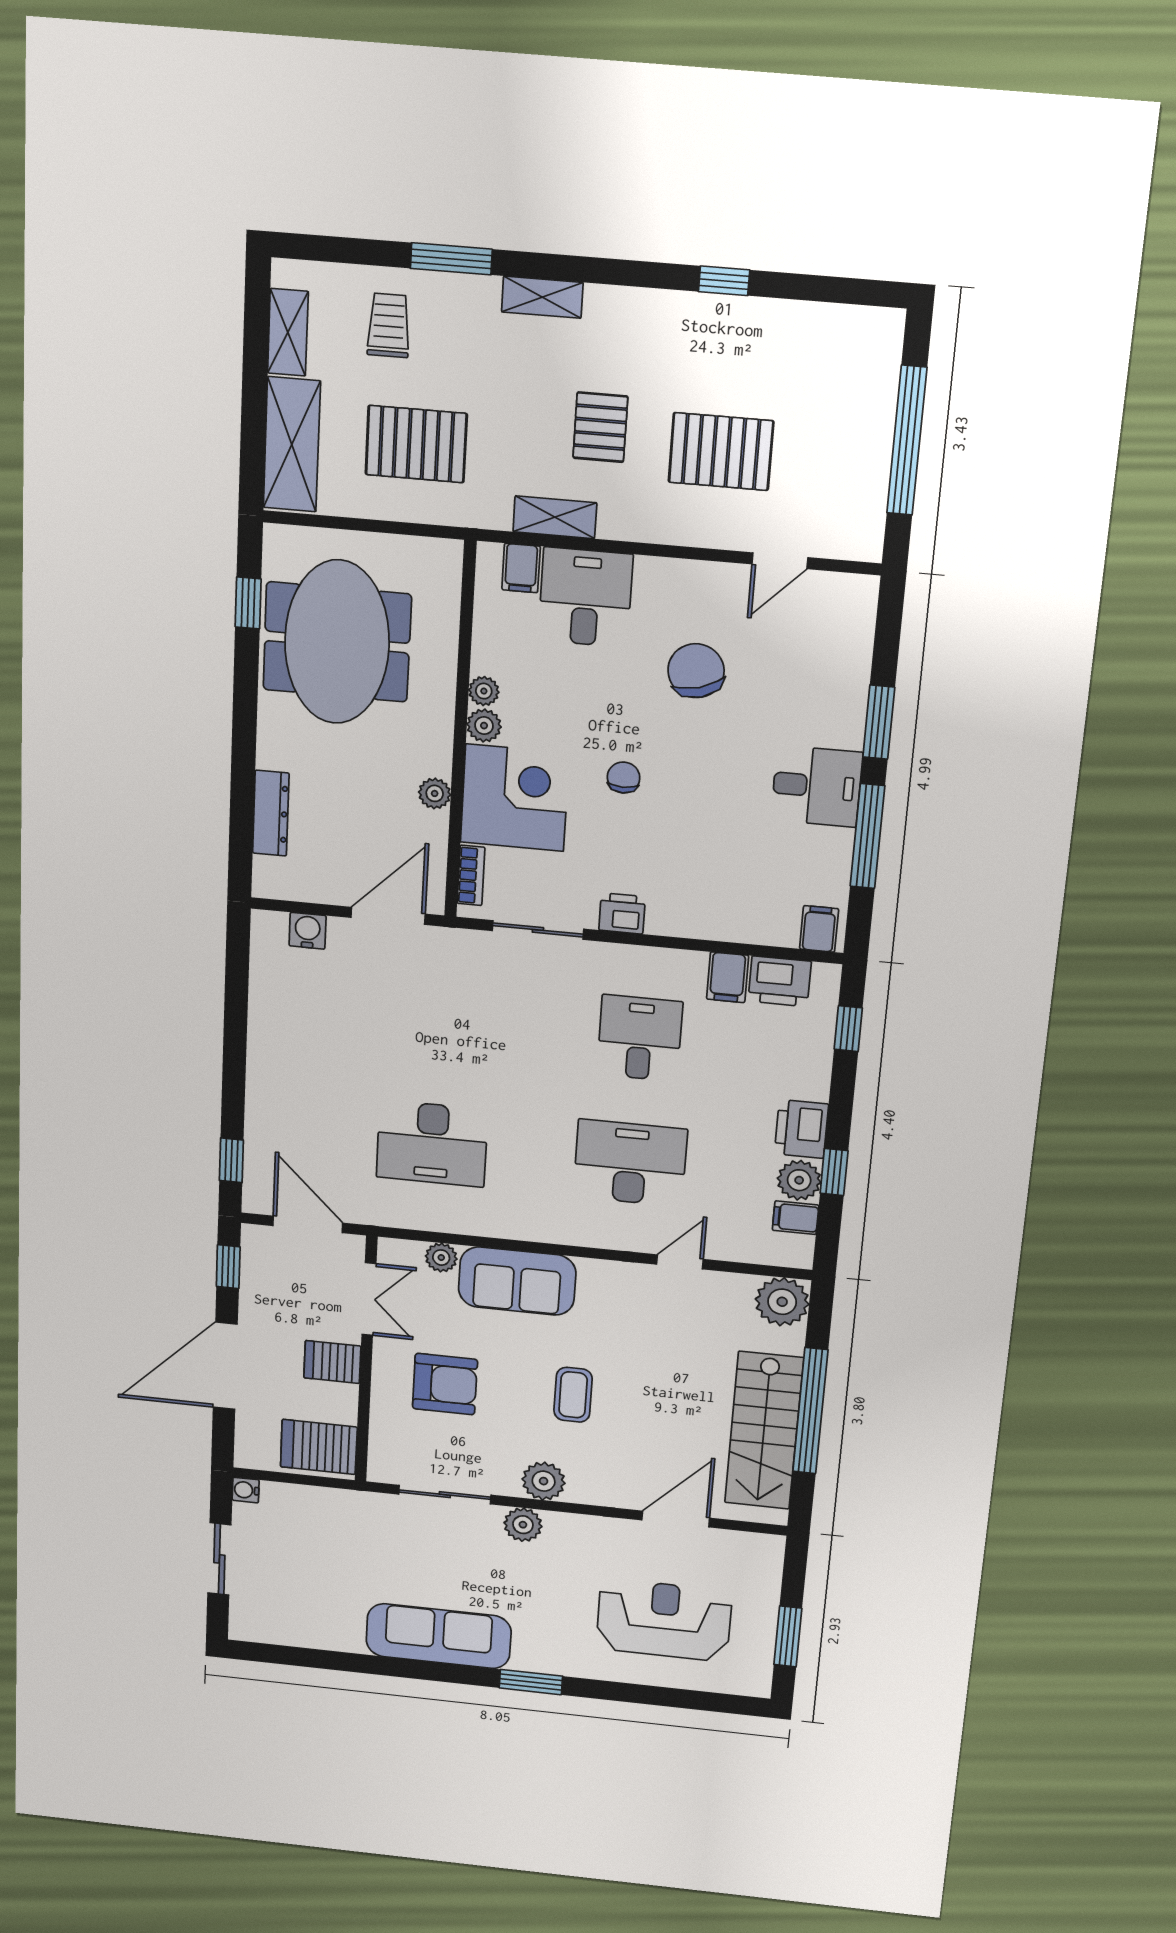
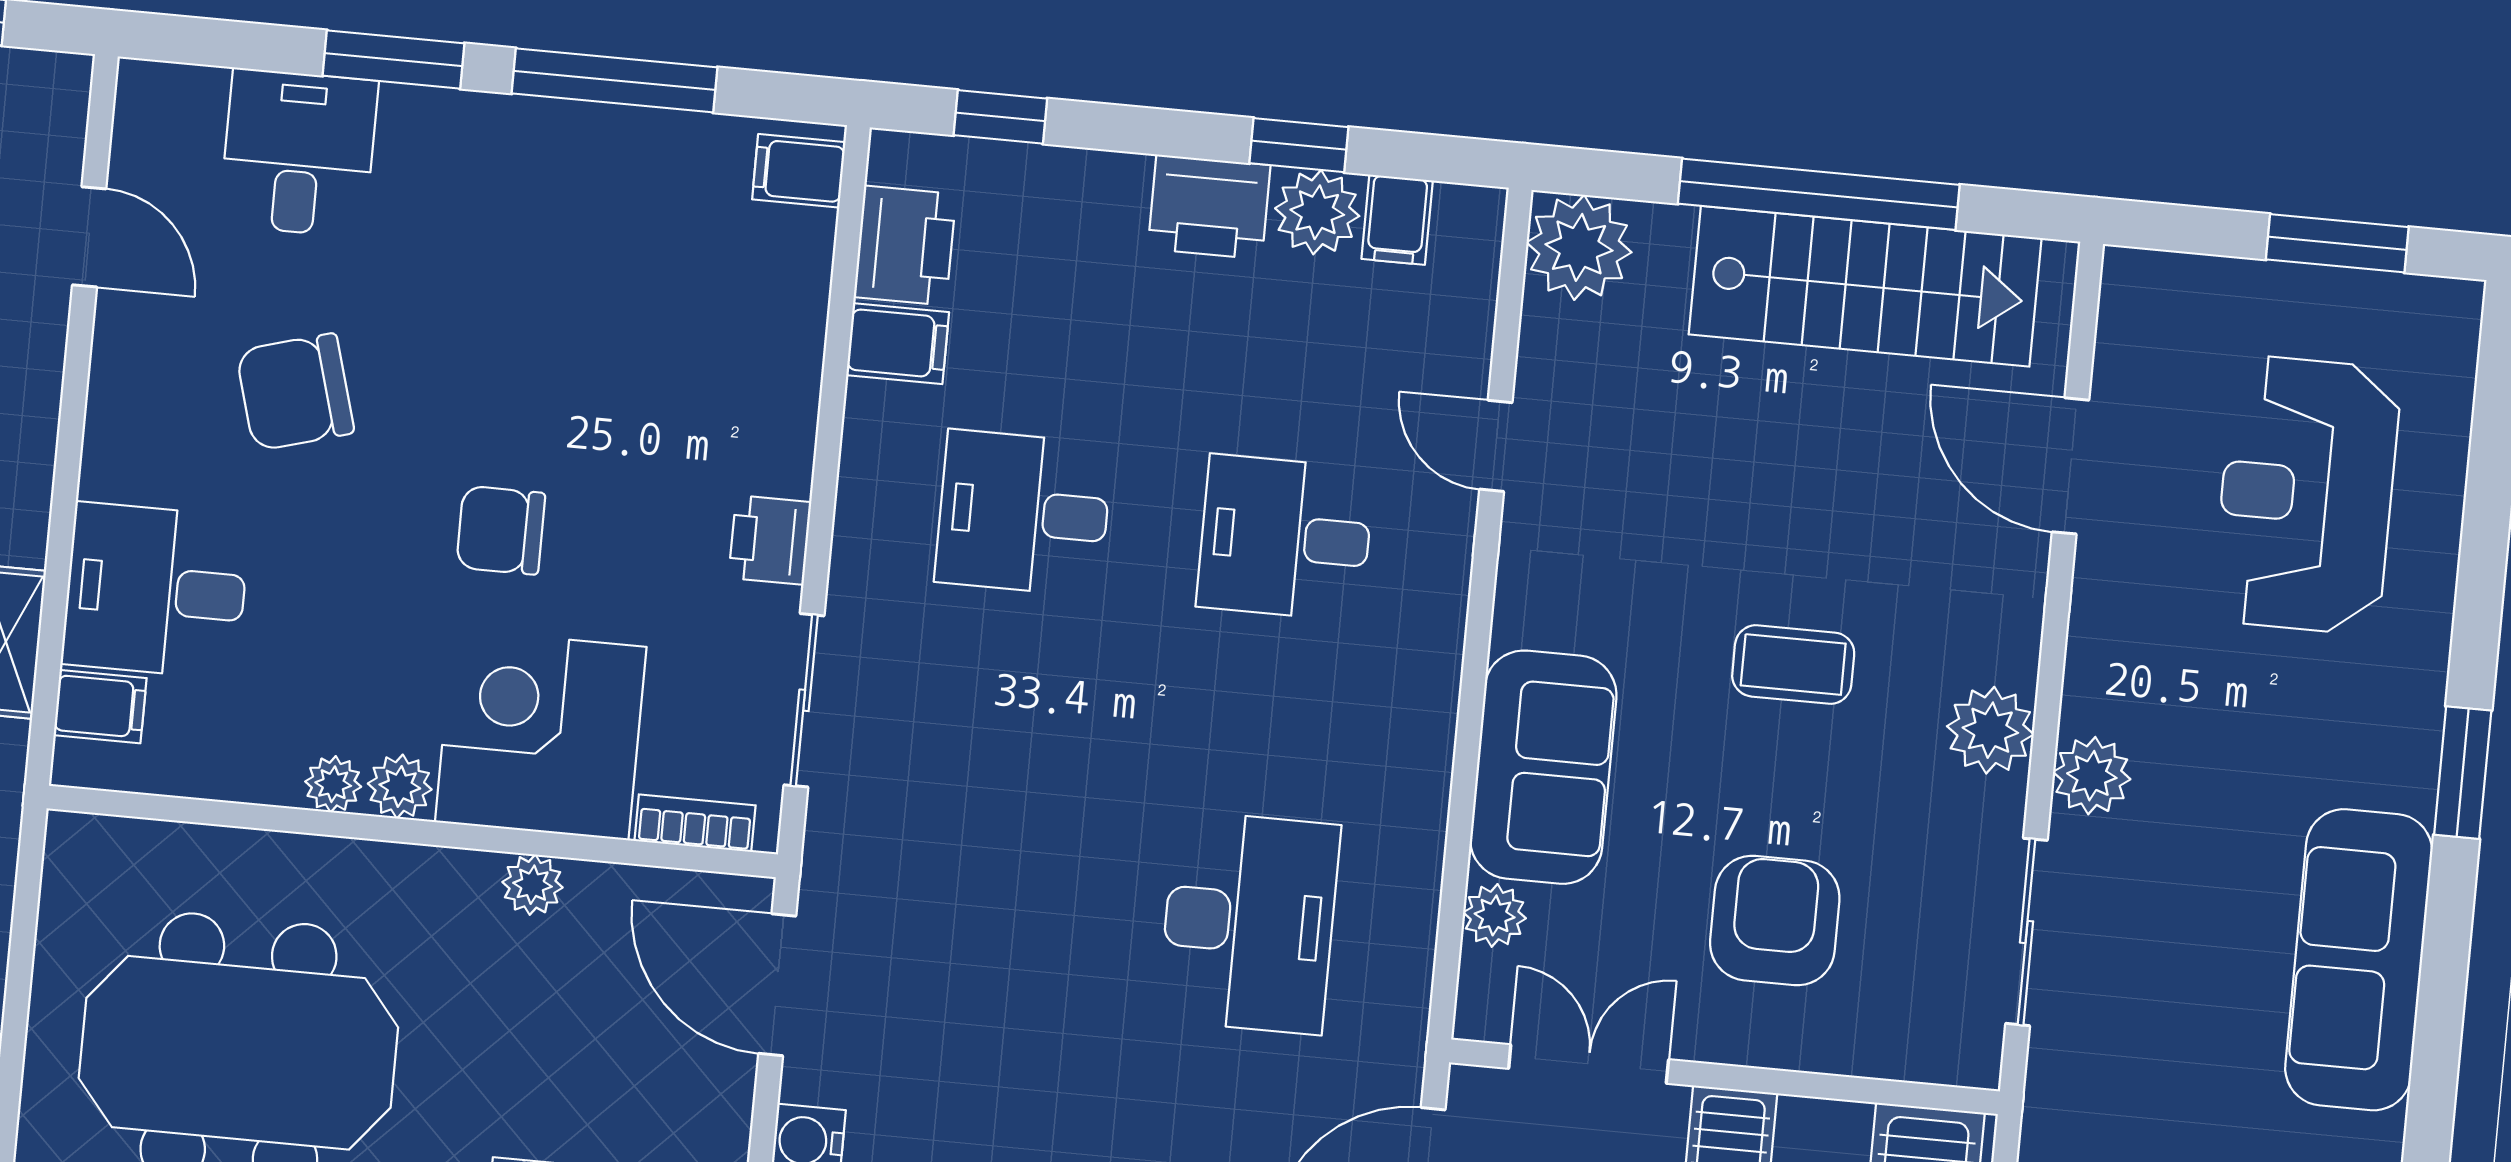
chair: (624, 778) -> (501, 530), width x1.37, depth x1.37
desk: (817, 786) -> (299, 153), moved
desk: (630, 1163) -> (1285, 538), width x0.73

